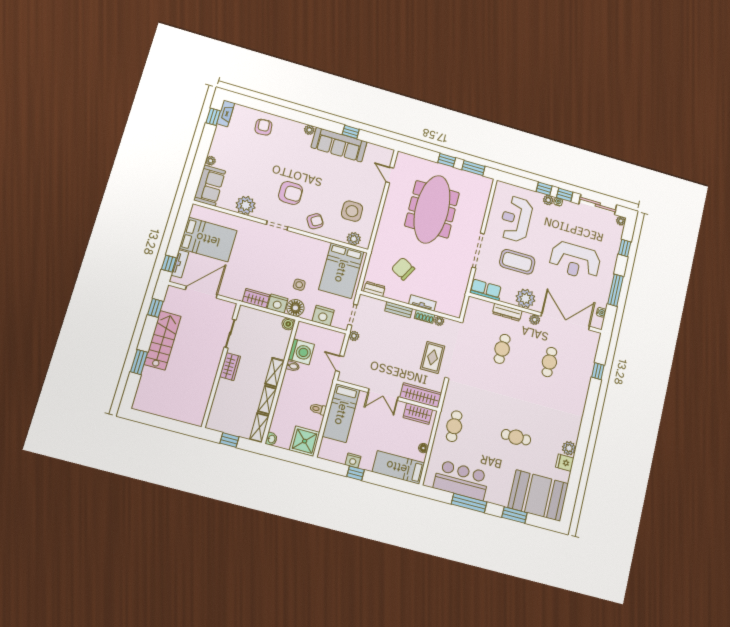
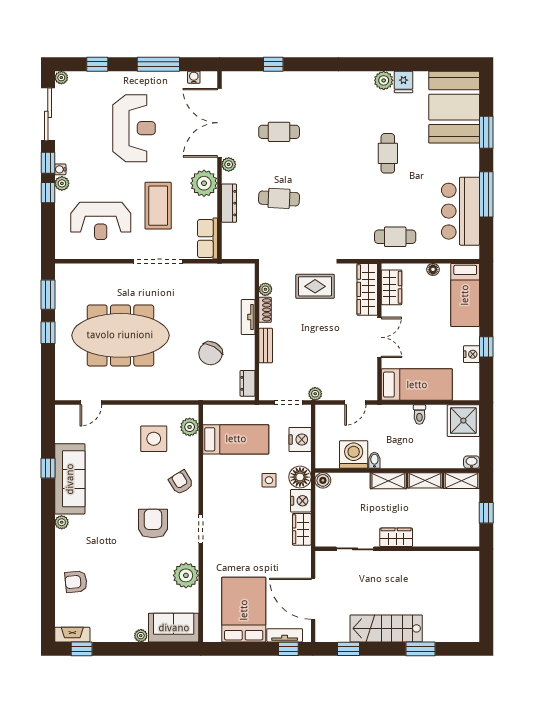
bed: (341, 271) -> (236, 439), width x0.67

